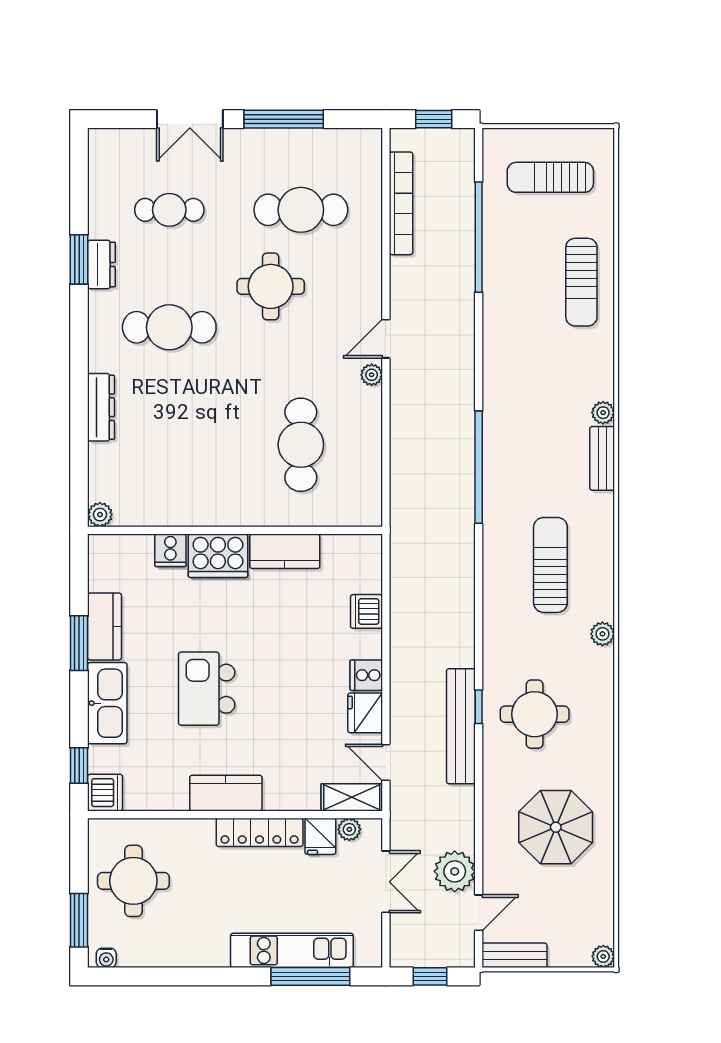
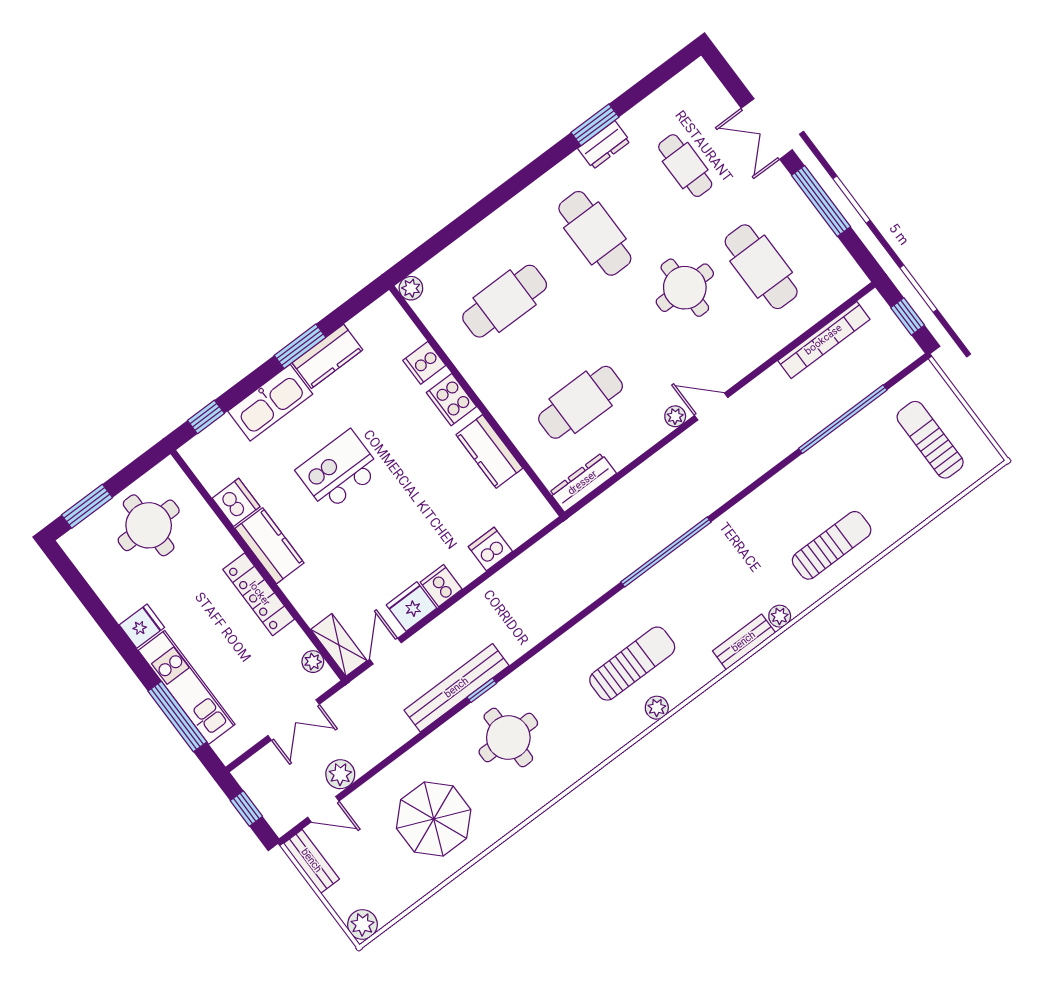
sun lounger: (581, 282) -> (832, 545), moved, turned 180
dresser: (101, 407) -> (583, 483), moved, turned 180
cafe table: (169, 445) -> (505, 301), added
cooker: (218, 556) -> (451, 400), width x0.73, depth x0.76
plant: (602, 634) -> (657, 708), moved
dishwasher: (105, 793) -> (236, 502), moved, turned -90
fridge: (320, 836) -> (142, 626), moved, turned 180
plant: (455, 871) -> (340, 774), width x0.73, depth x0.73
plant: (603, 956) -> (362, 924), width x1.38, depth x1.38
water cooler: (106, 958) -> (74, 549), removed

